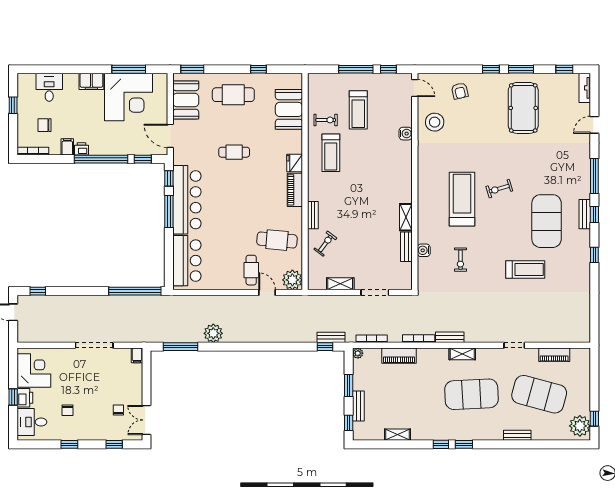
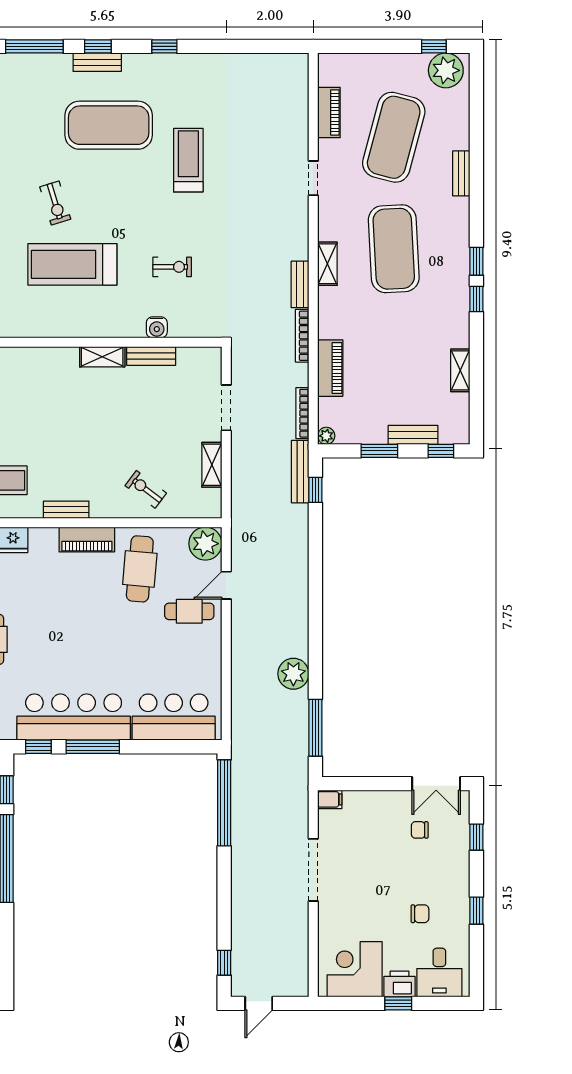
piano: (295, 190) -> (87, 539), moved
bench: (313, 215) -> (66, 510), moved
bench: (331, 337) -> (300, 472), width x1.36

